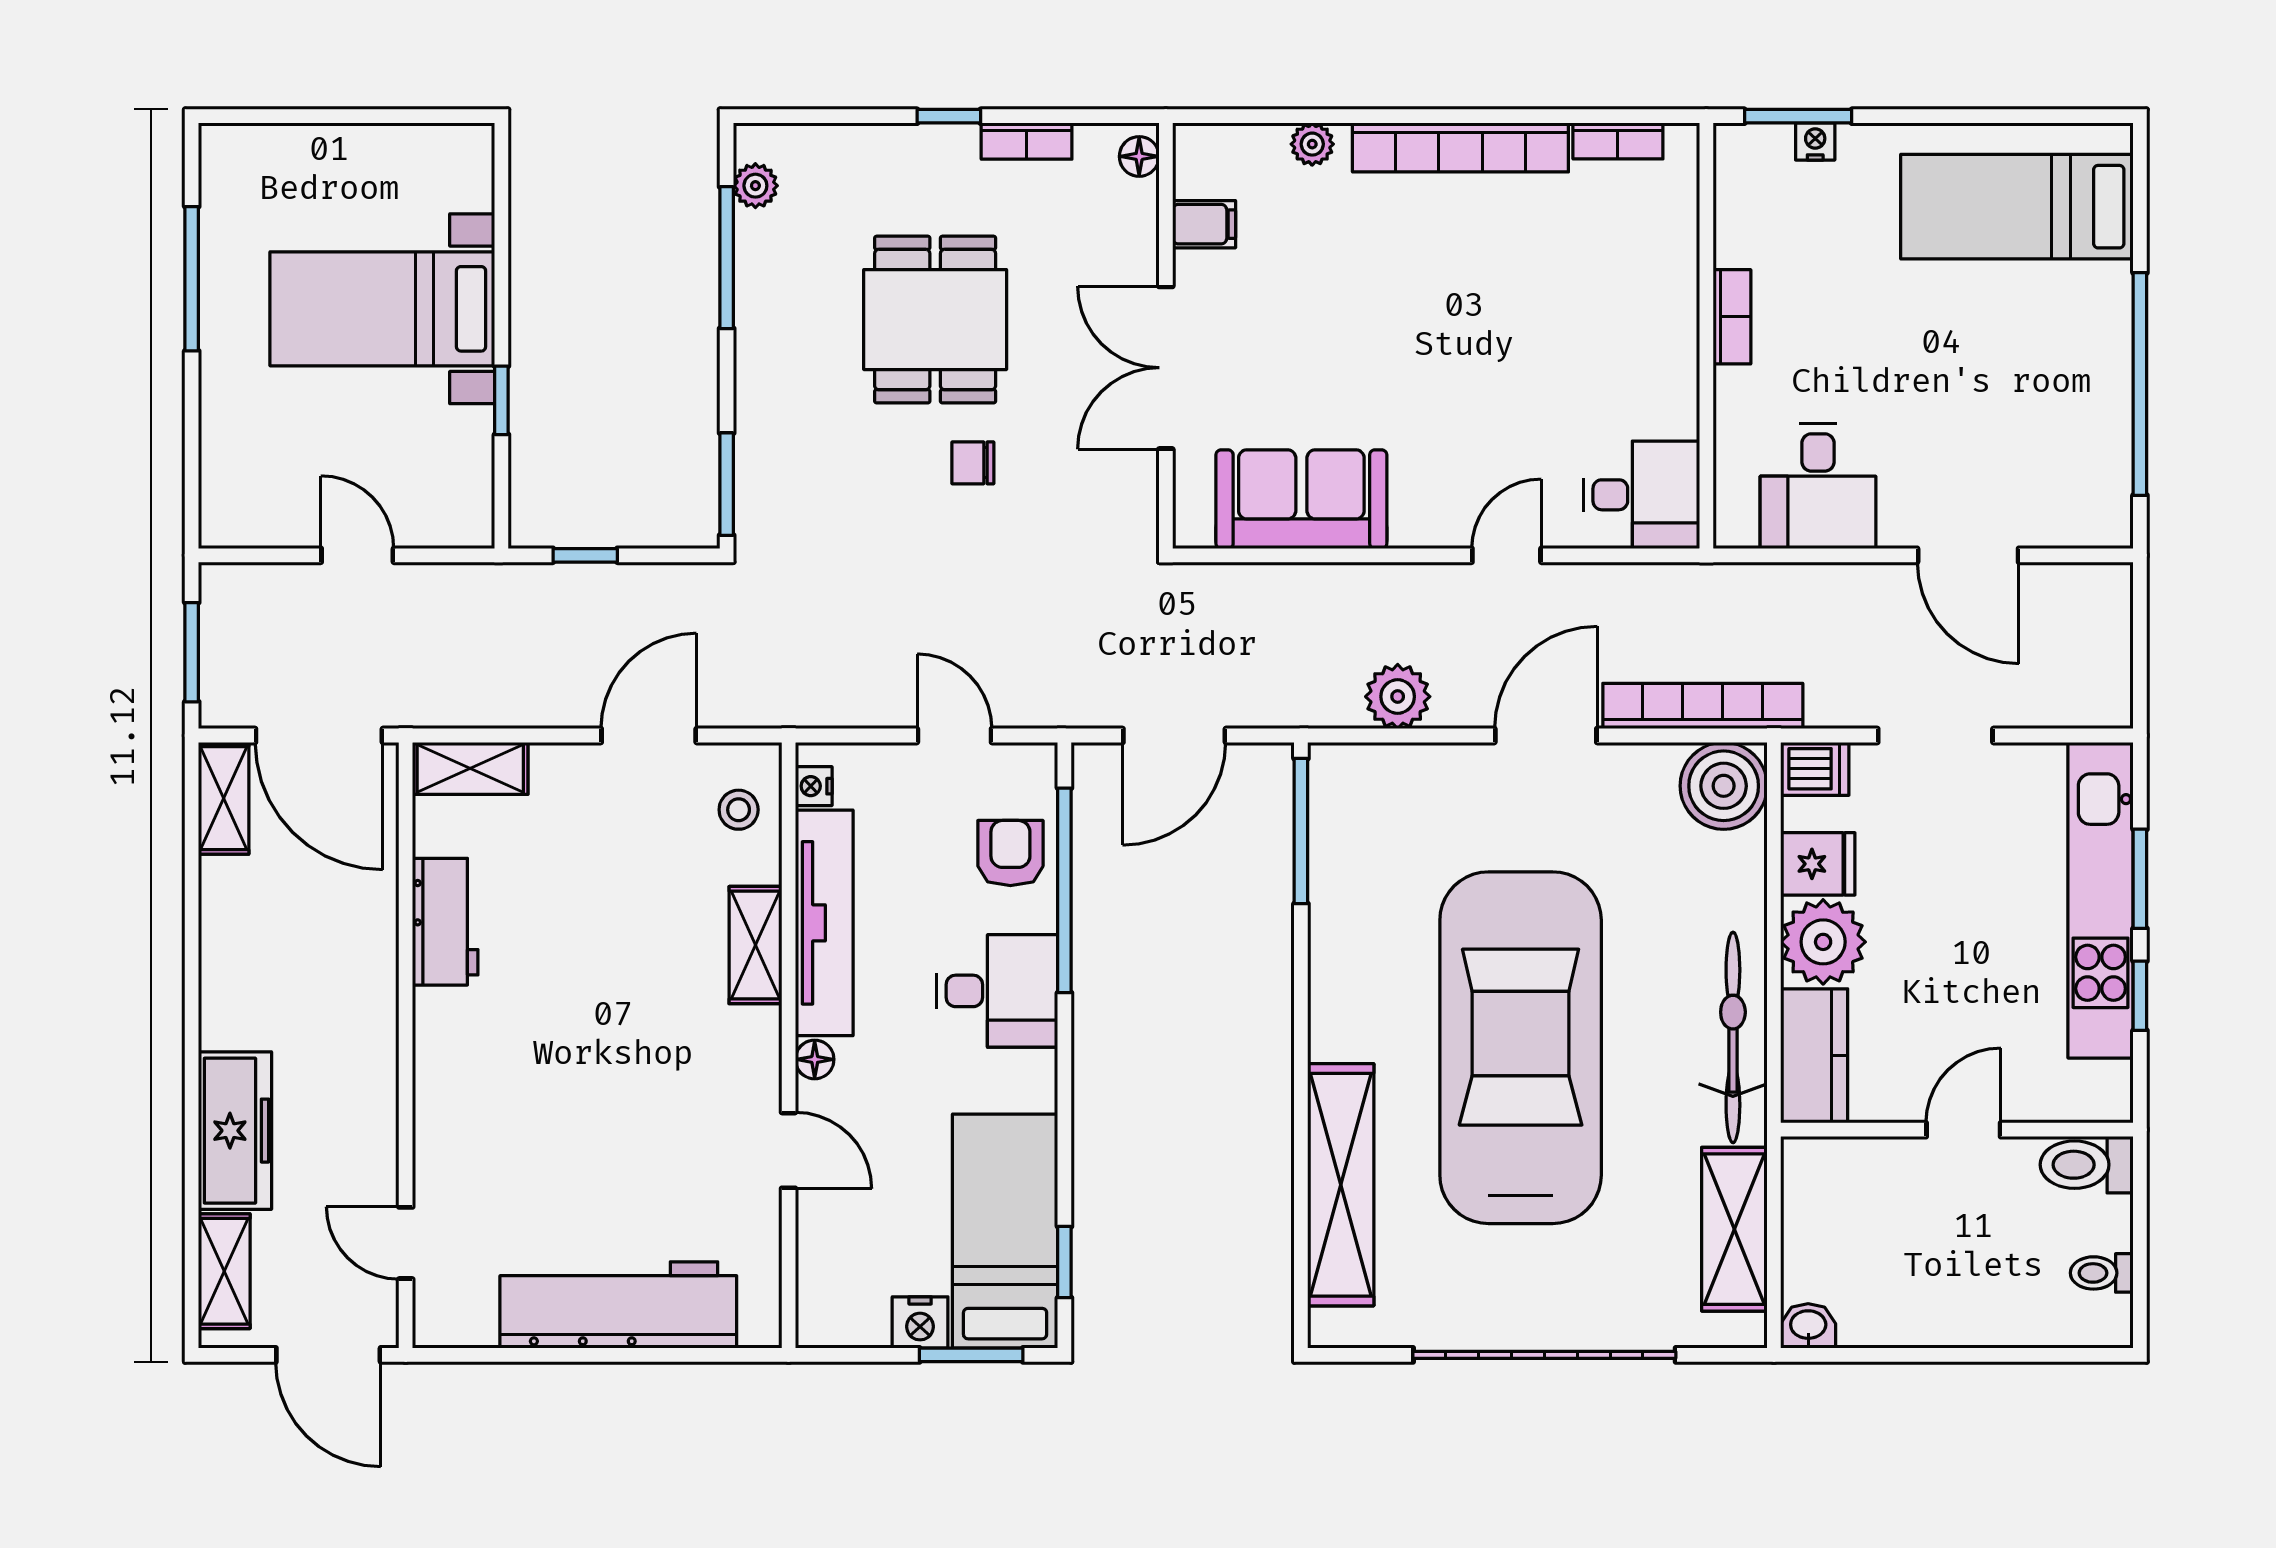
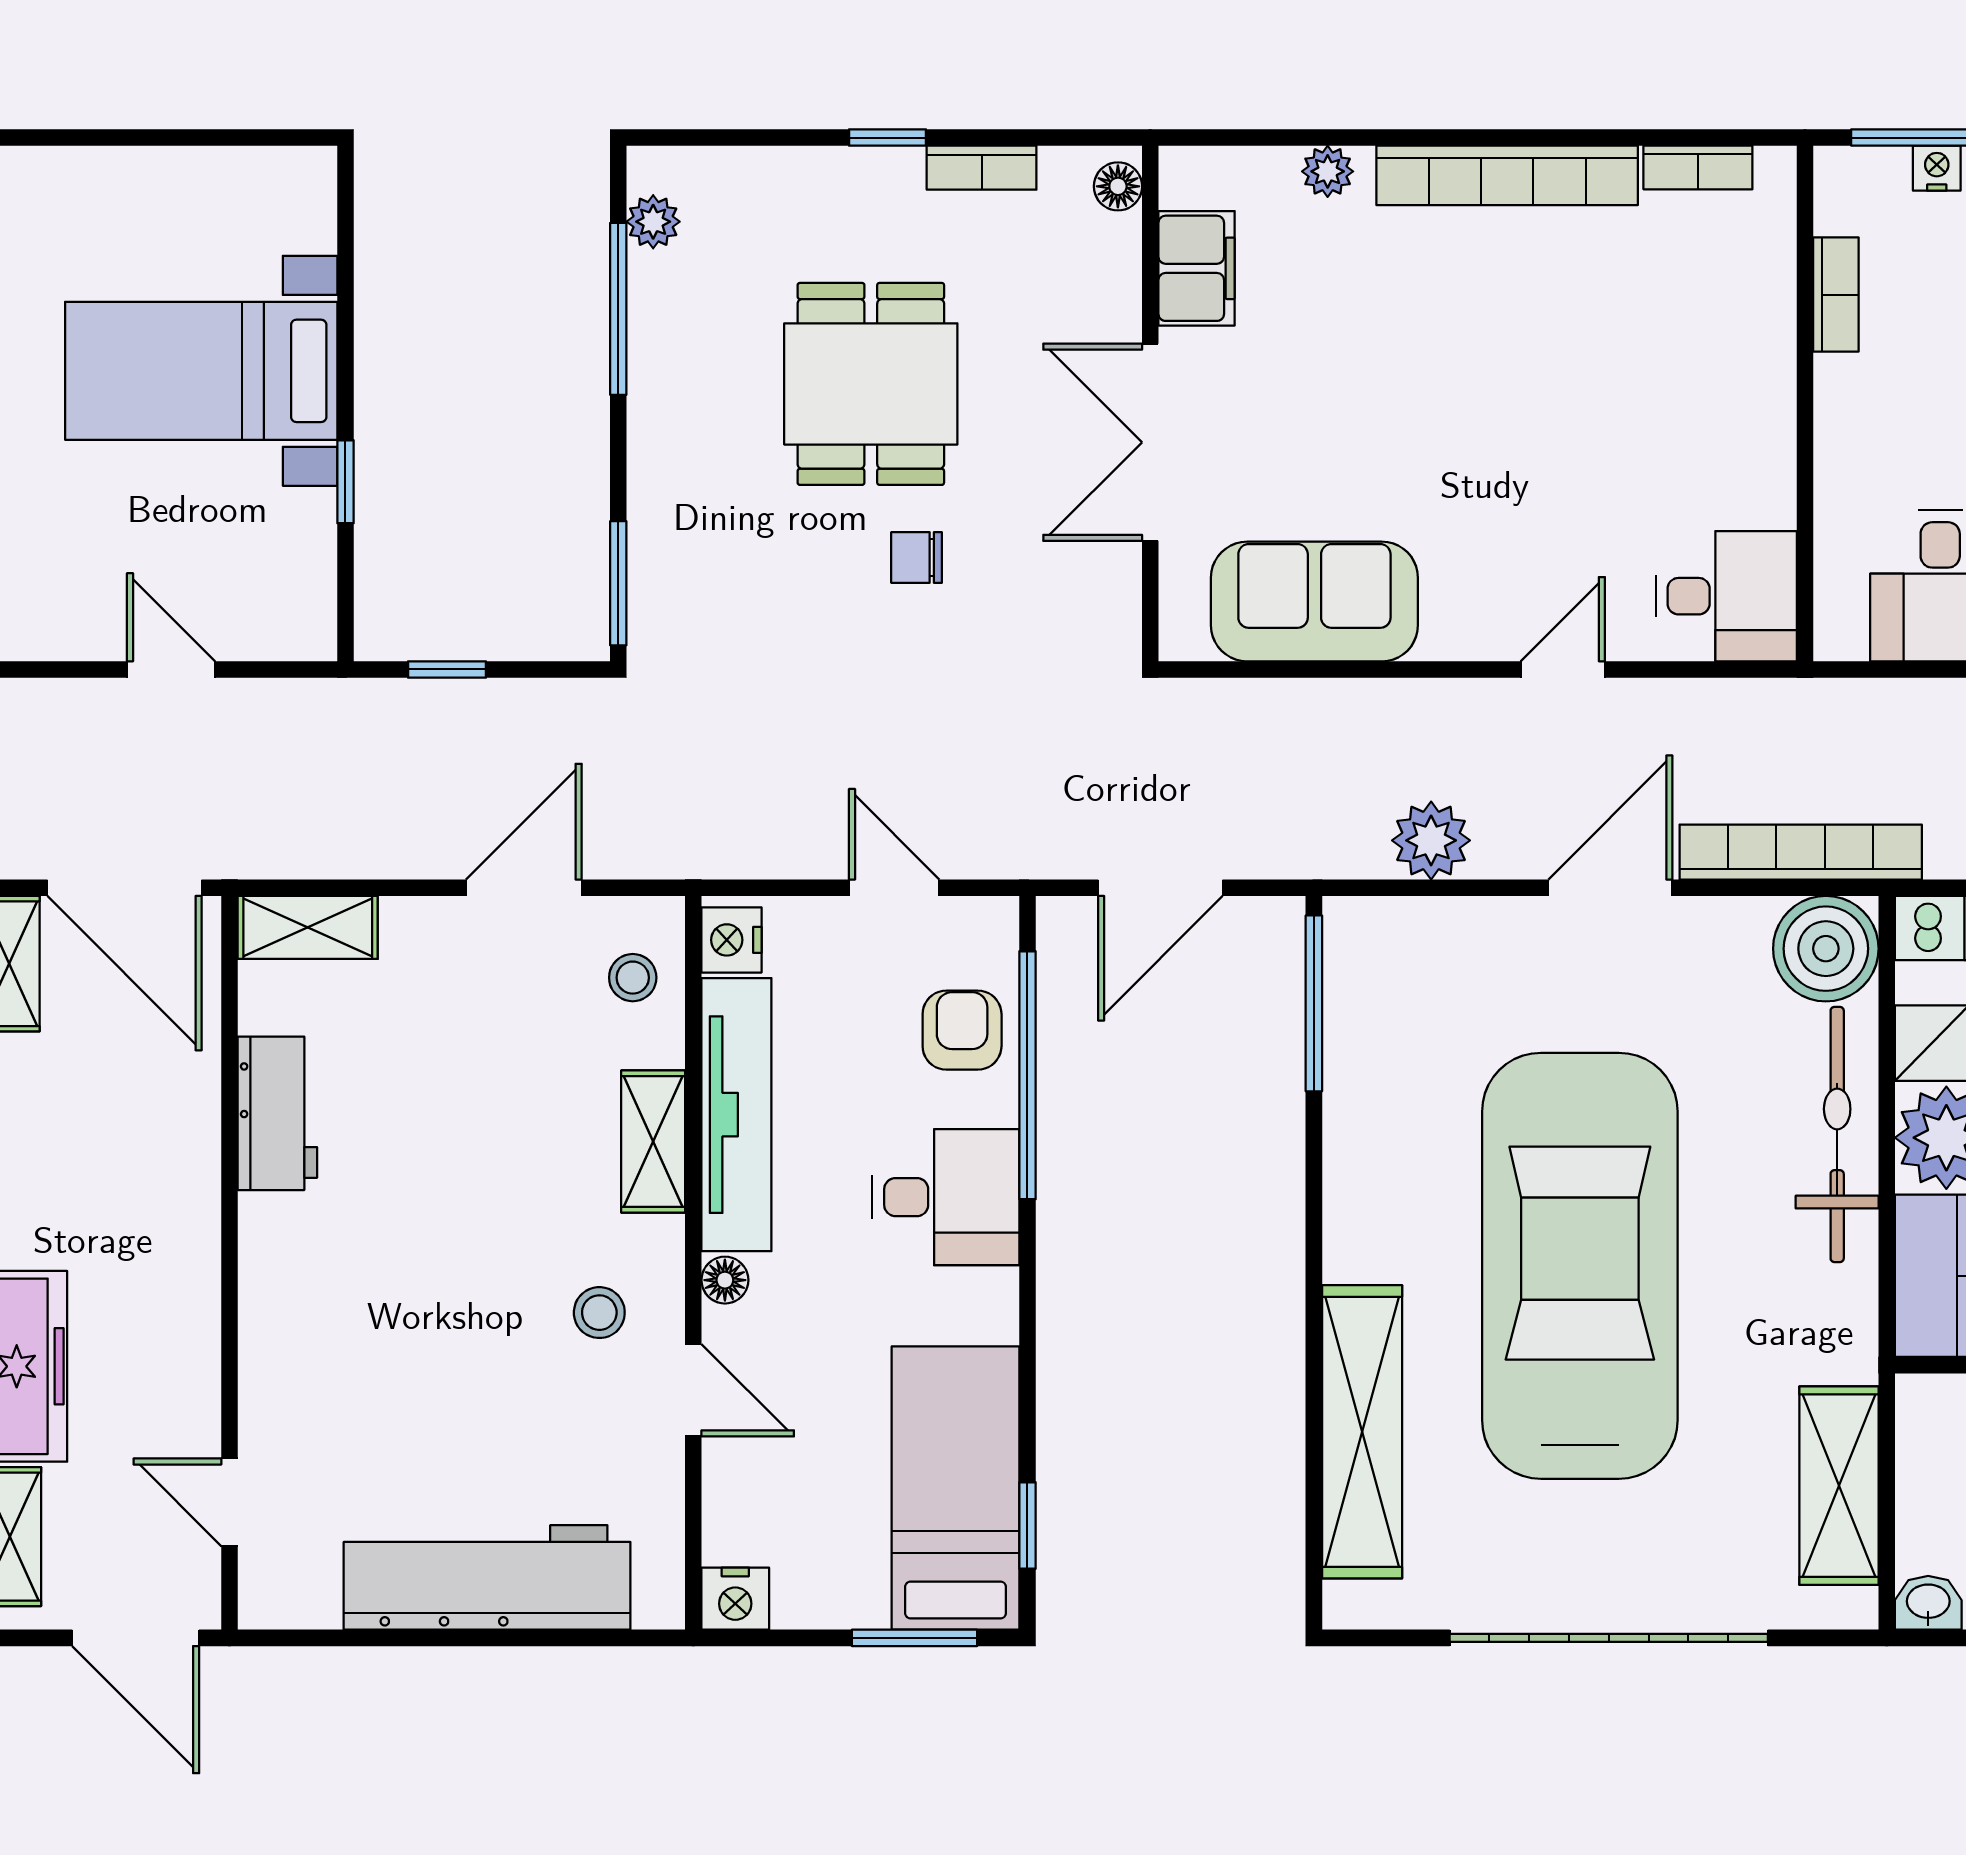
filing cabinet: (1204, 224) -> (1197, 268), width x2.00
bookcase: (1732, 317) -> (1836, 295), moved
nightstand: (814, 786) -> (732, 940), width x1.39, depth x1.35
bicycle: (1733, 1037) -> (1837, 1134), moved
stool: (711, 1086) -> (599, 1313), added
nightstand: (920, 1322) -> (735, 1599), moved

